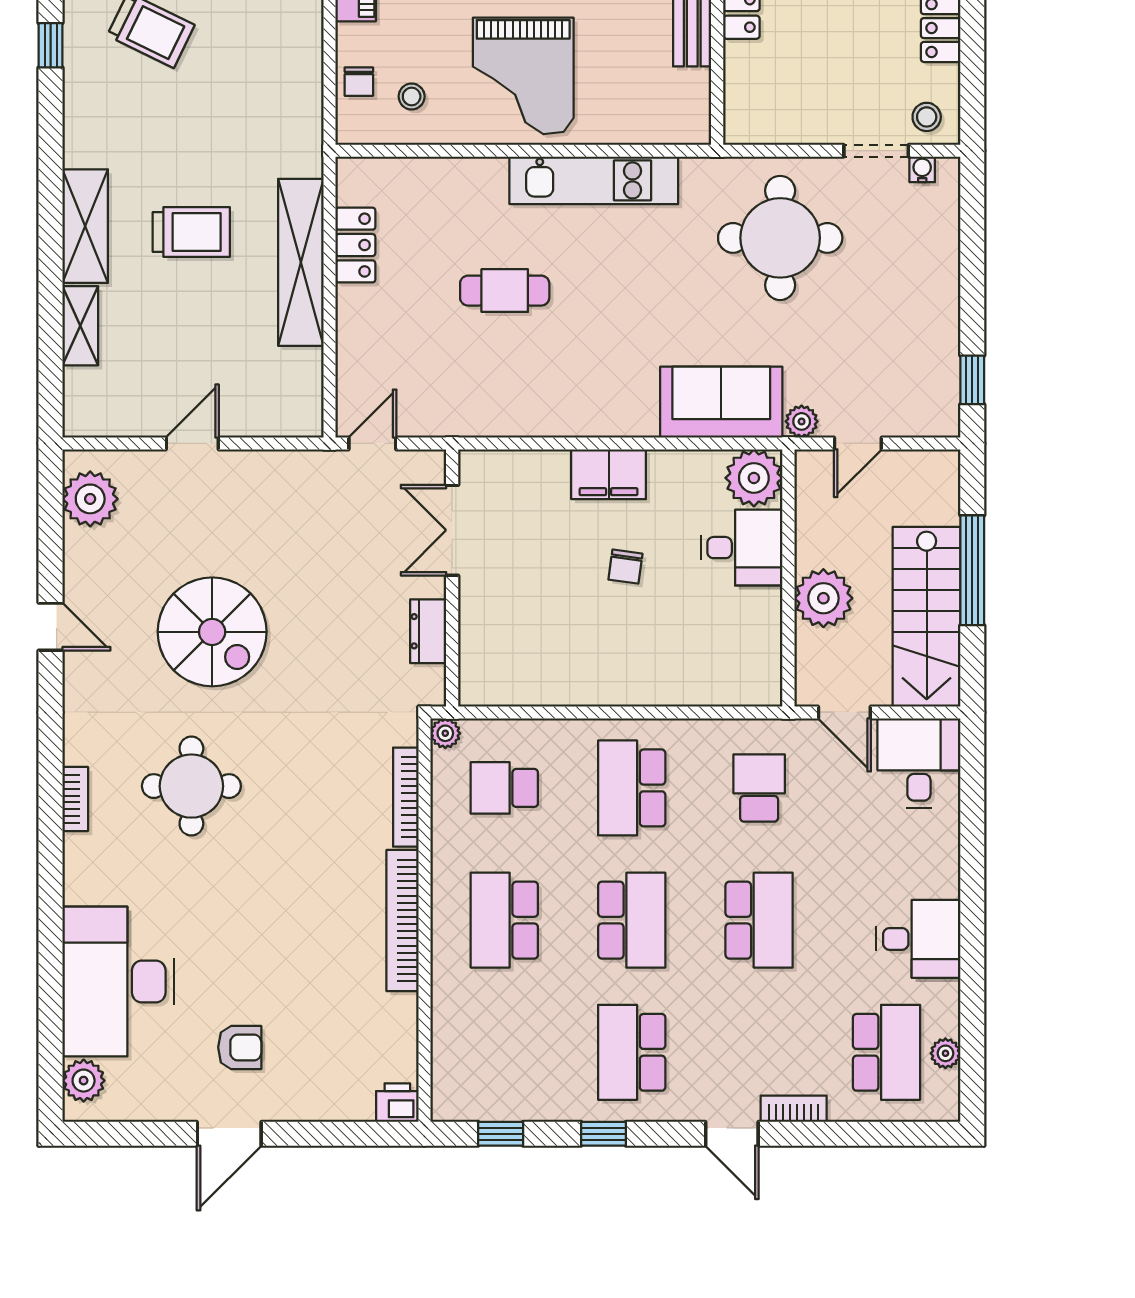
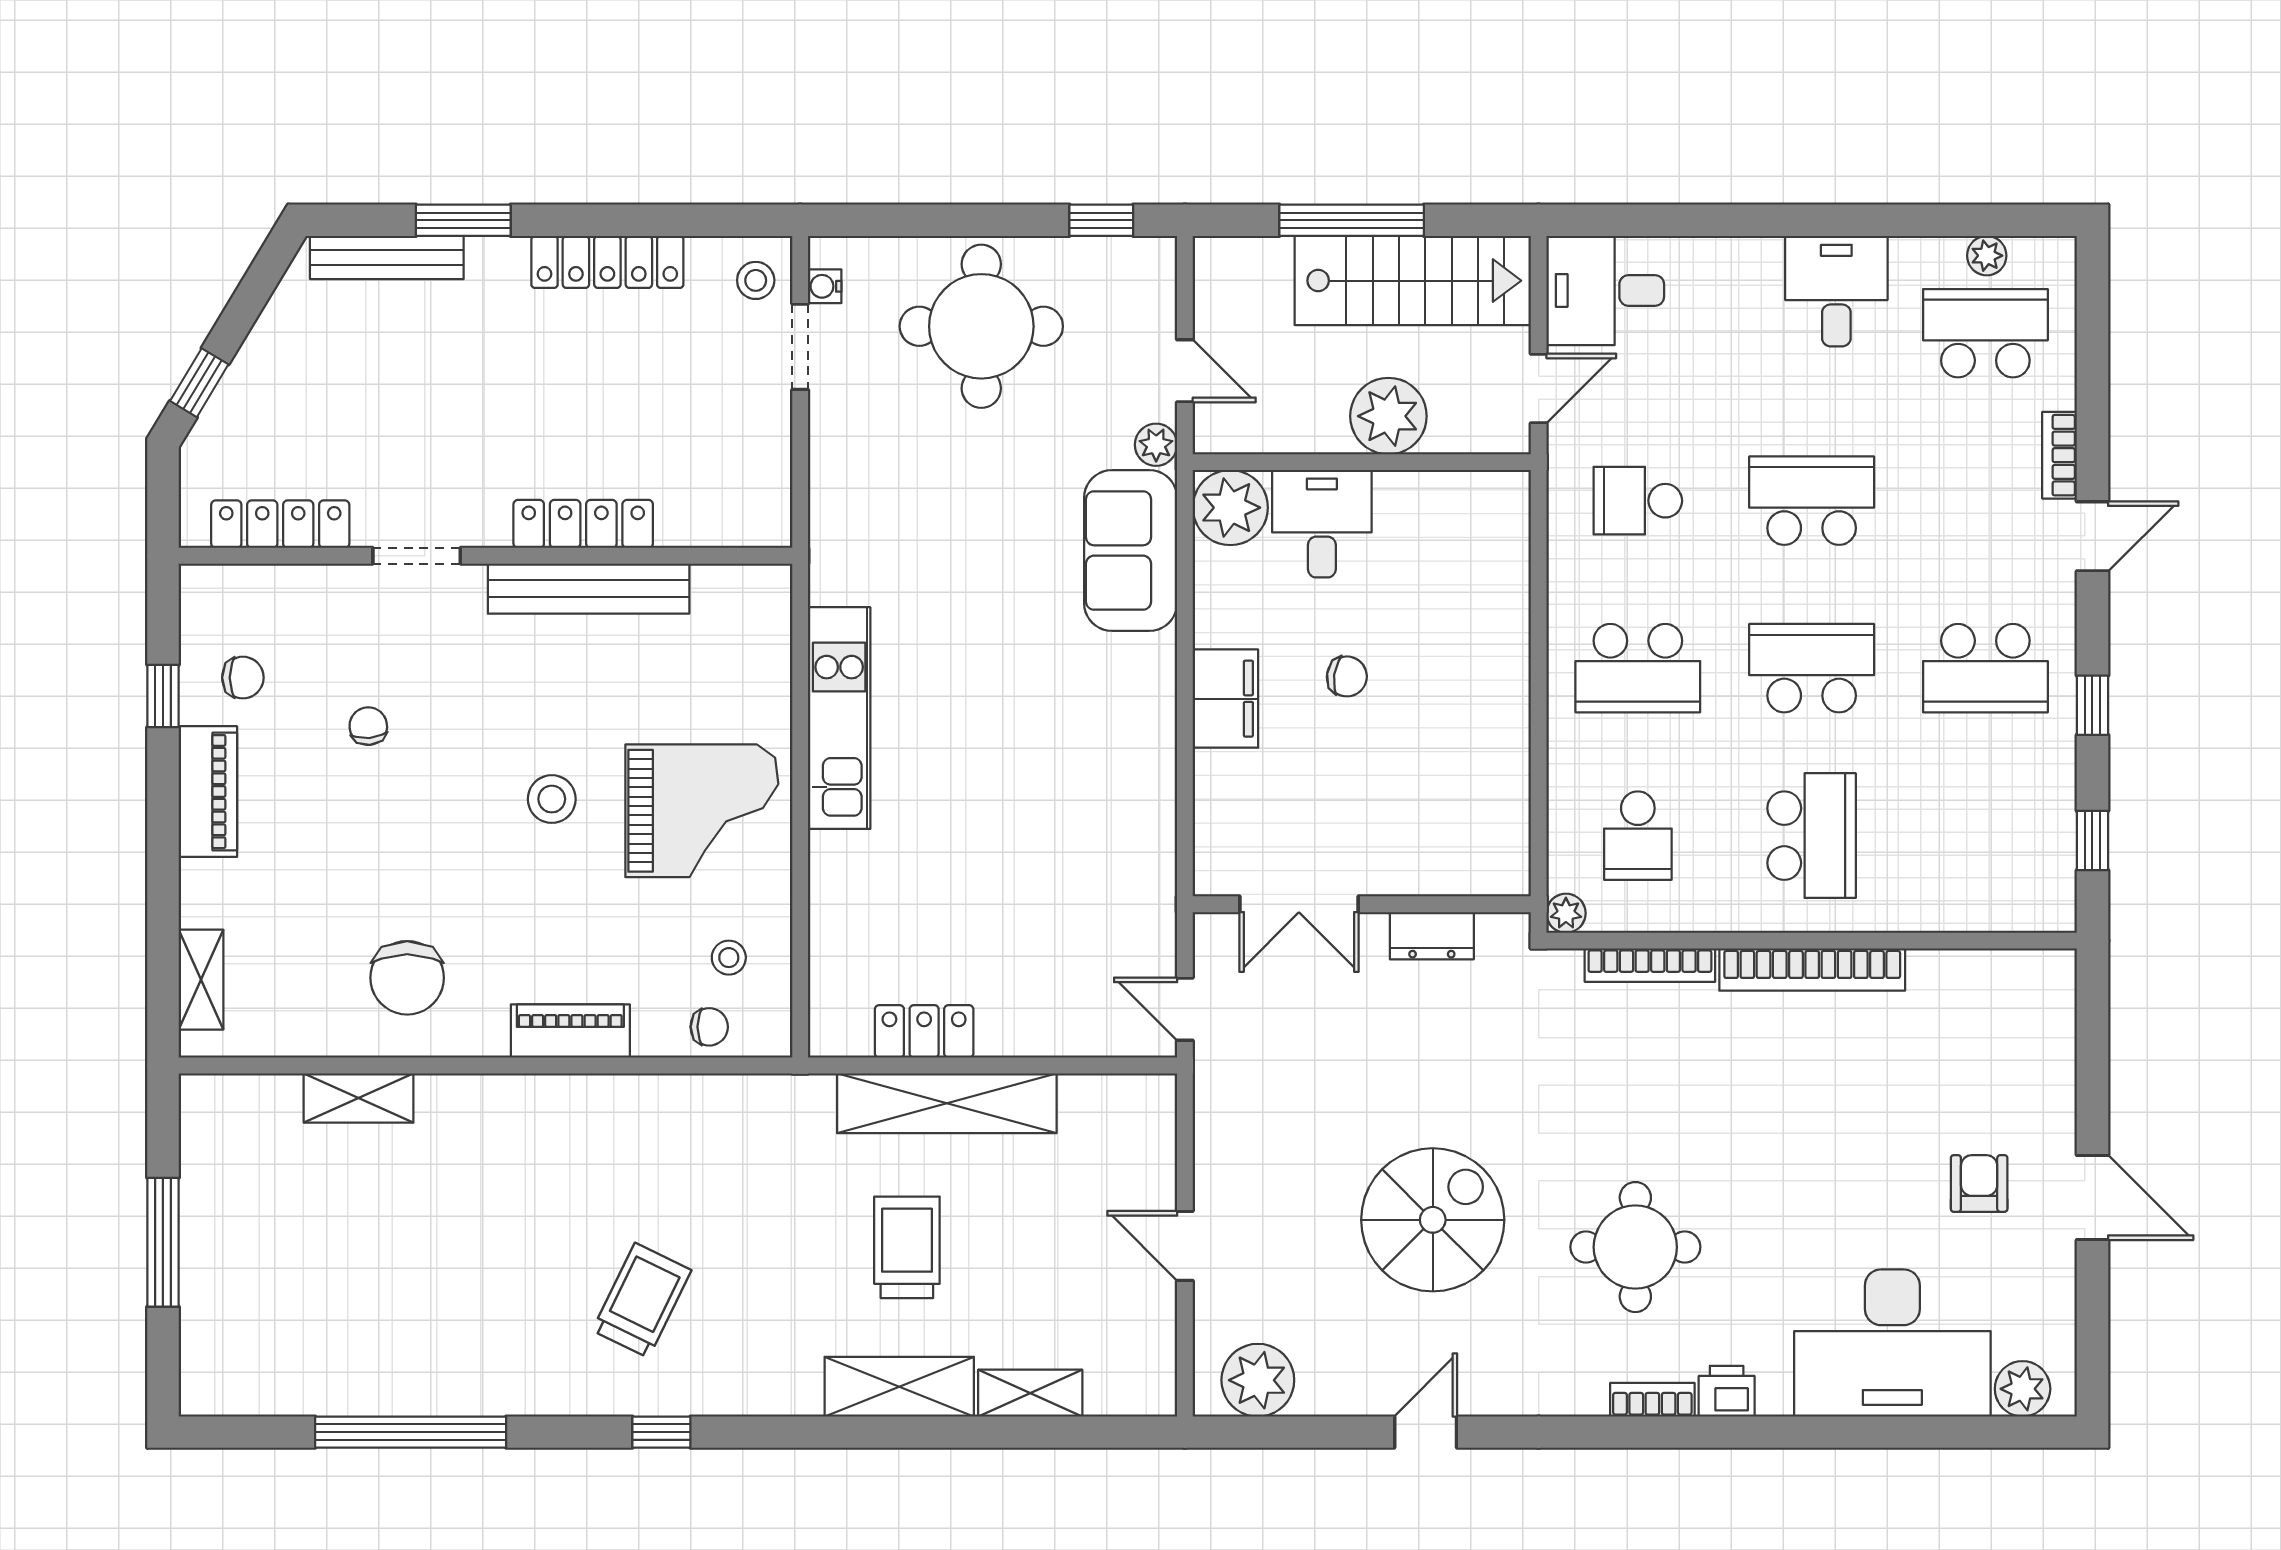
round table: (780, 238) -> (981, 326), moved
cafe table: (505, 291) -> (984, 835), removed
school desk: (504, 920) -> (1812, 836), turned -90
printer: (397, 1103) -> (1727, 1391), moved, turned 90

